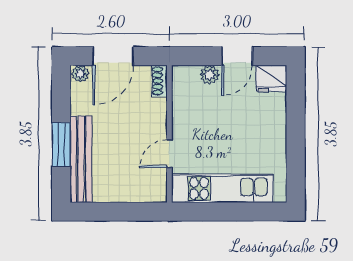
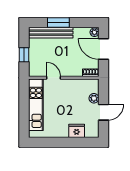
door: (237, 56) -> (103, 112), swing flipped
fridge: (271, 78) -> (77, 131), moved, turned 90
window: (124, 212) -> (24, 55), added

